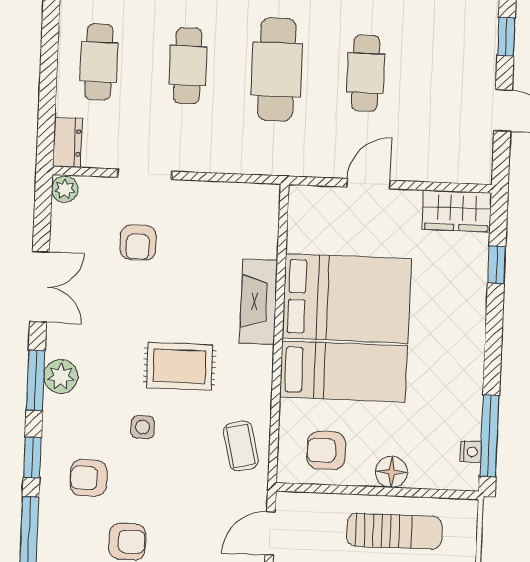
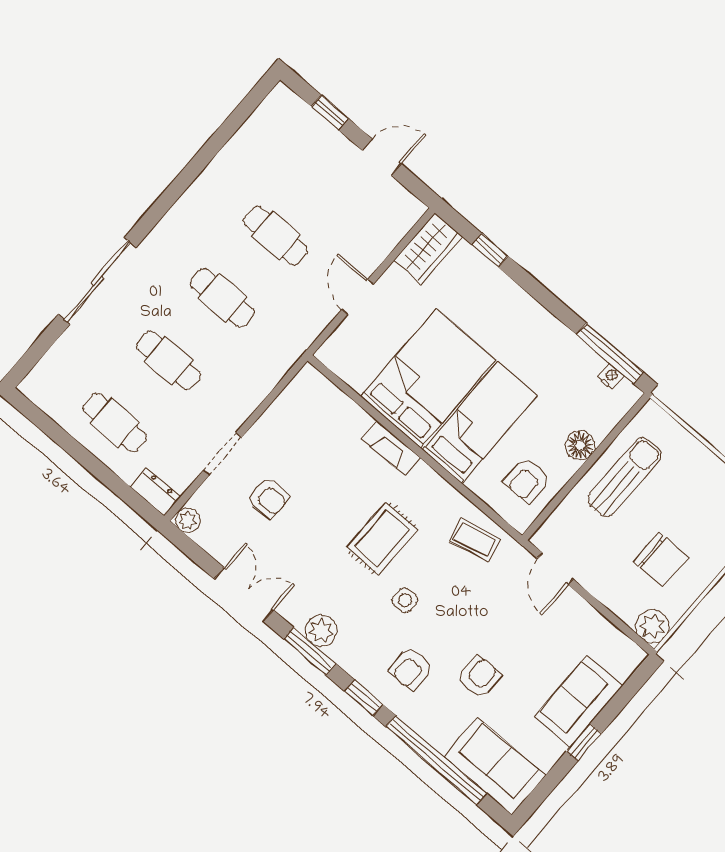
cafe table: (277, 69) -> (222, 298), width x0.73, depth x0.74
fireplace: (259, 302) -> (391, 448), width x0.73, depth x0.76

